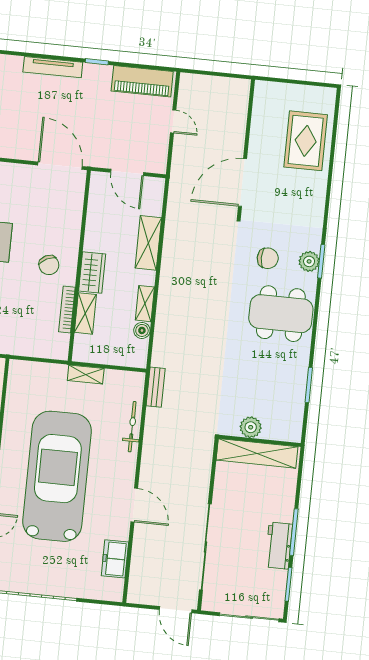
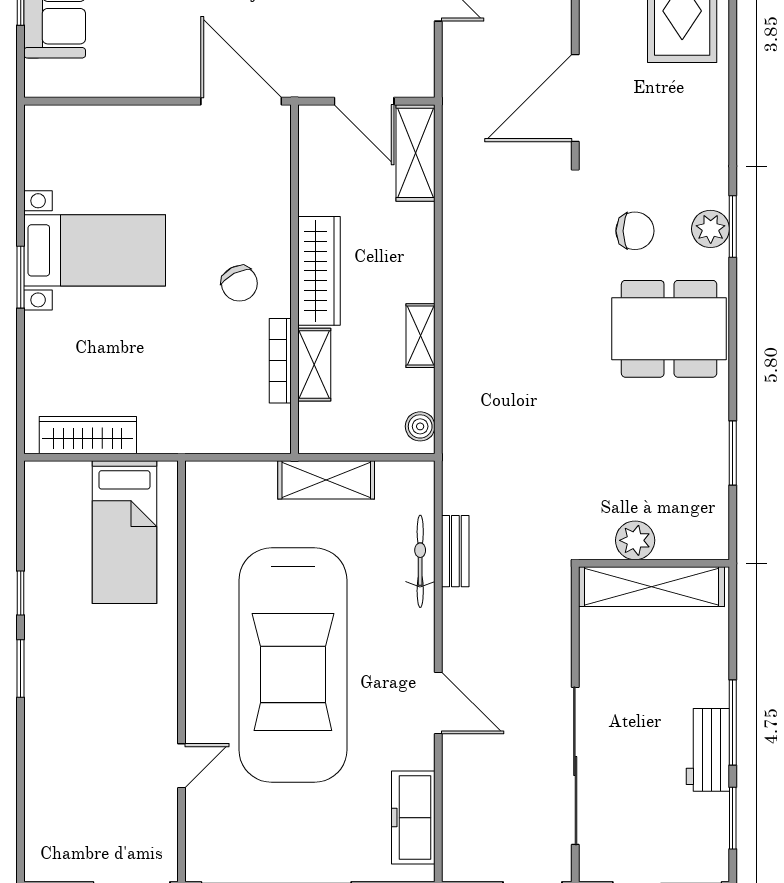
shelving: (148, 243) -> (415, 153), moved
wardrobe: (92, 272) -> (319, 271), width x1.50
boiler: (142, 330) -> (420, 426), moved
shelving: (86, 374) -> (326, 480), width x1.50, depth x1.33
bench: (156, 387) -> (455, 551), moved
car: (57, 476) -> (293, 665), turned 180
freezer: (115, 559) -> (413, 818), width x1.40

